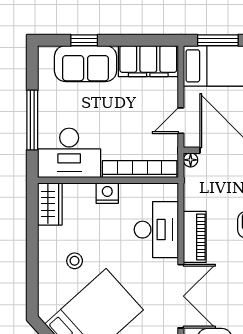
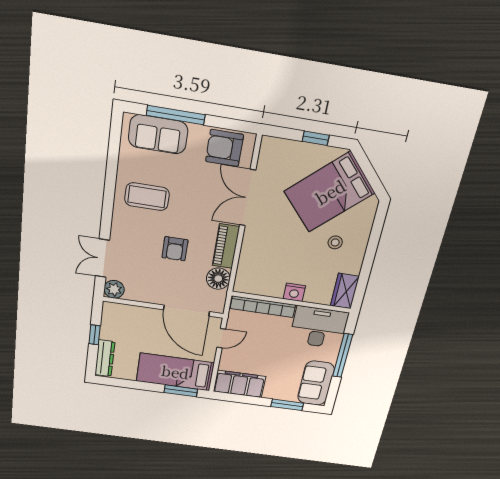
window: (84, 40) -> (287, 405), width x1.50
sofa: (86, 64) -> (316, 383), moved, turned -90
floor lamp: (191, 160) -> (218, 279), moved, width x1.89, depth x1.89
desk: (156, 230) -> (259, 257), removed

